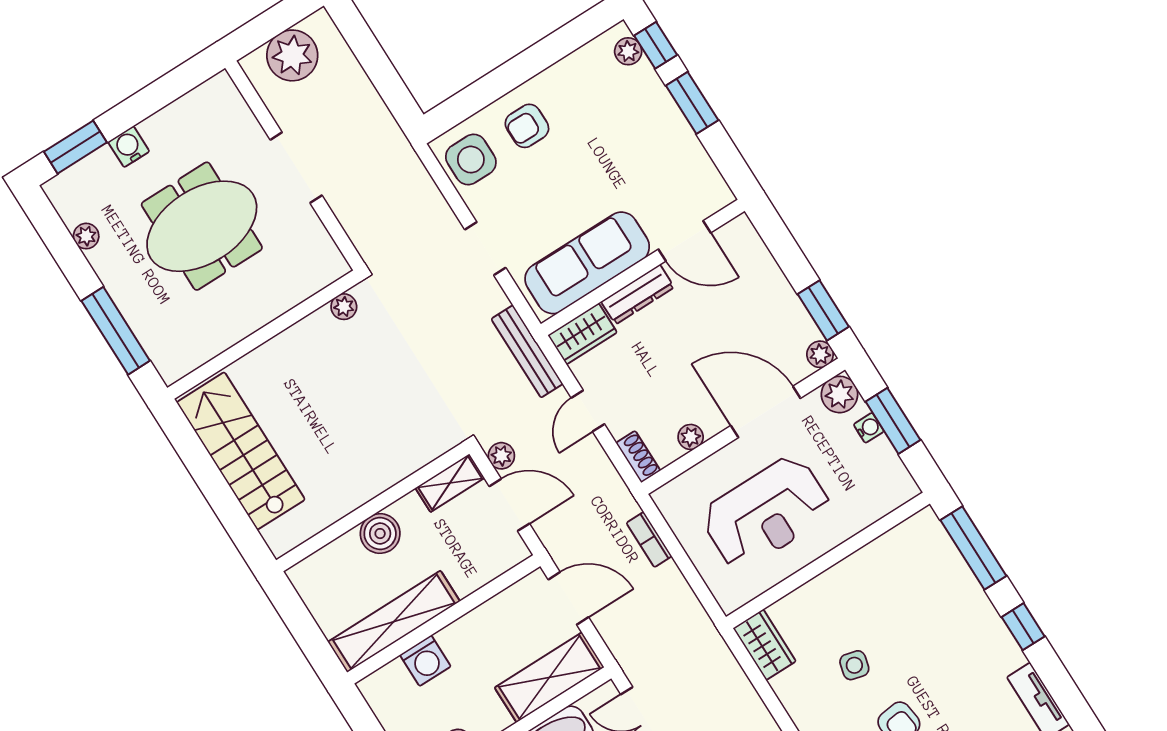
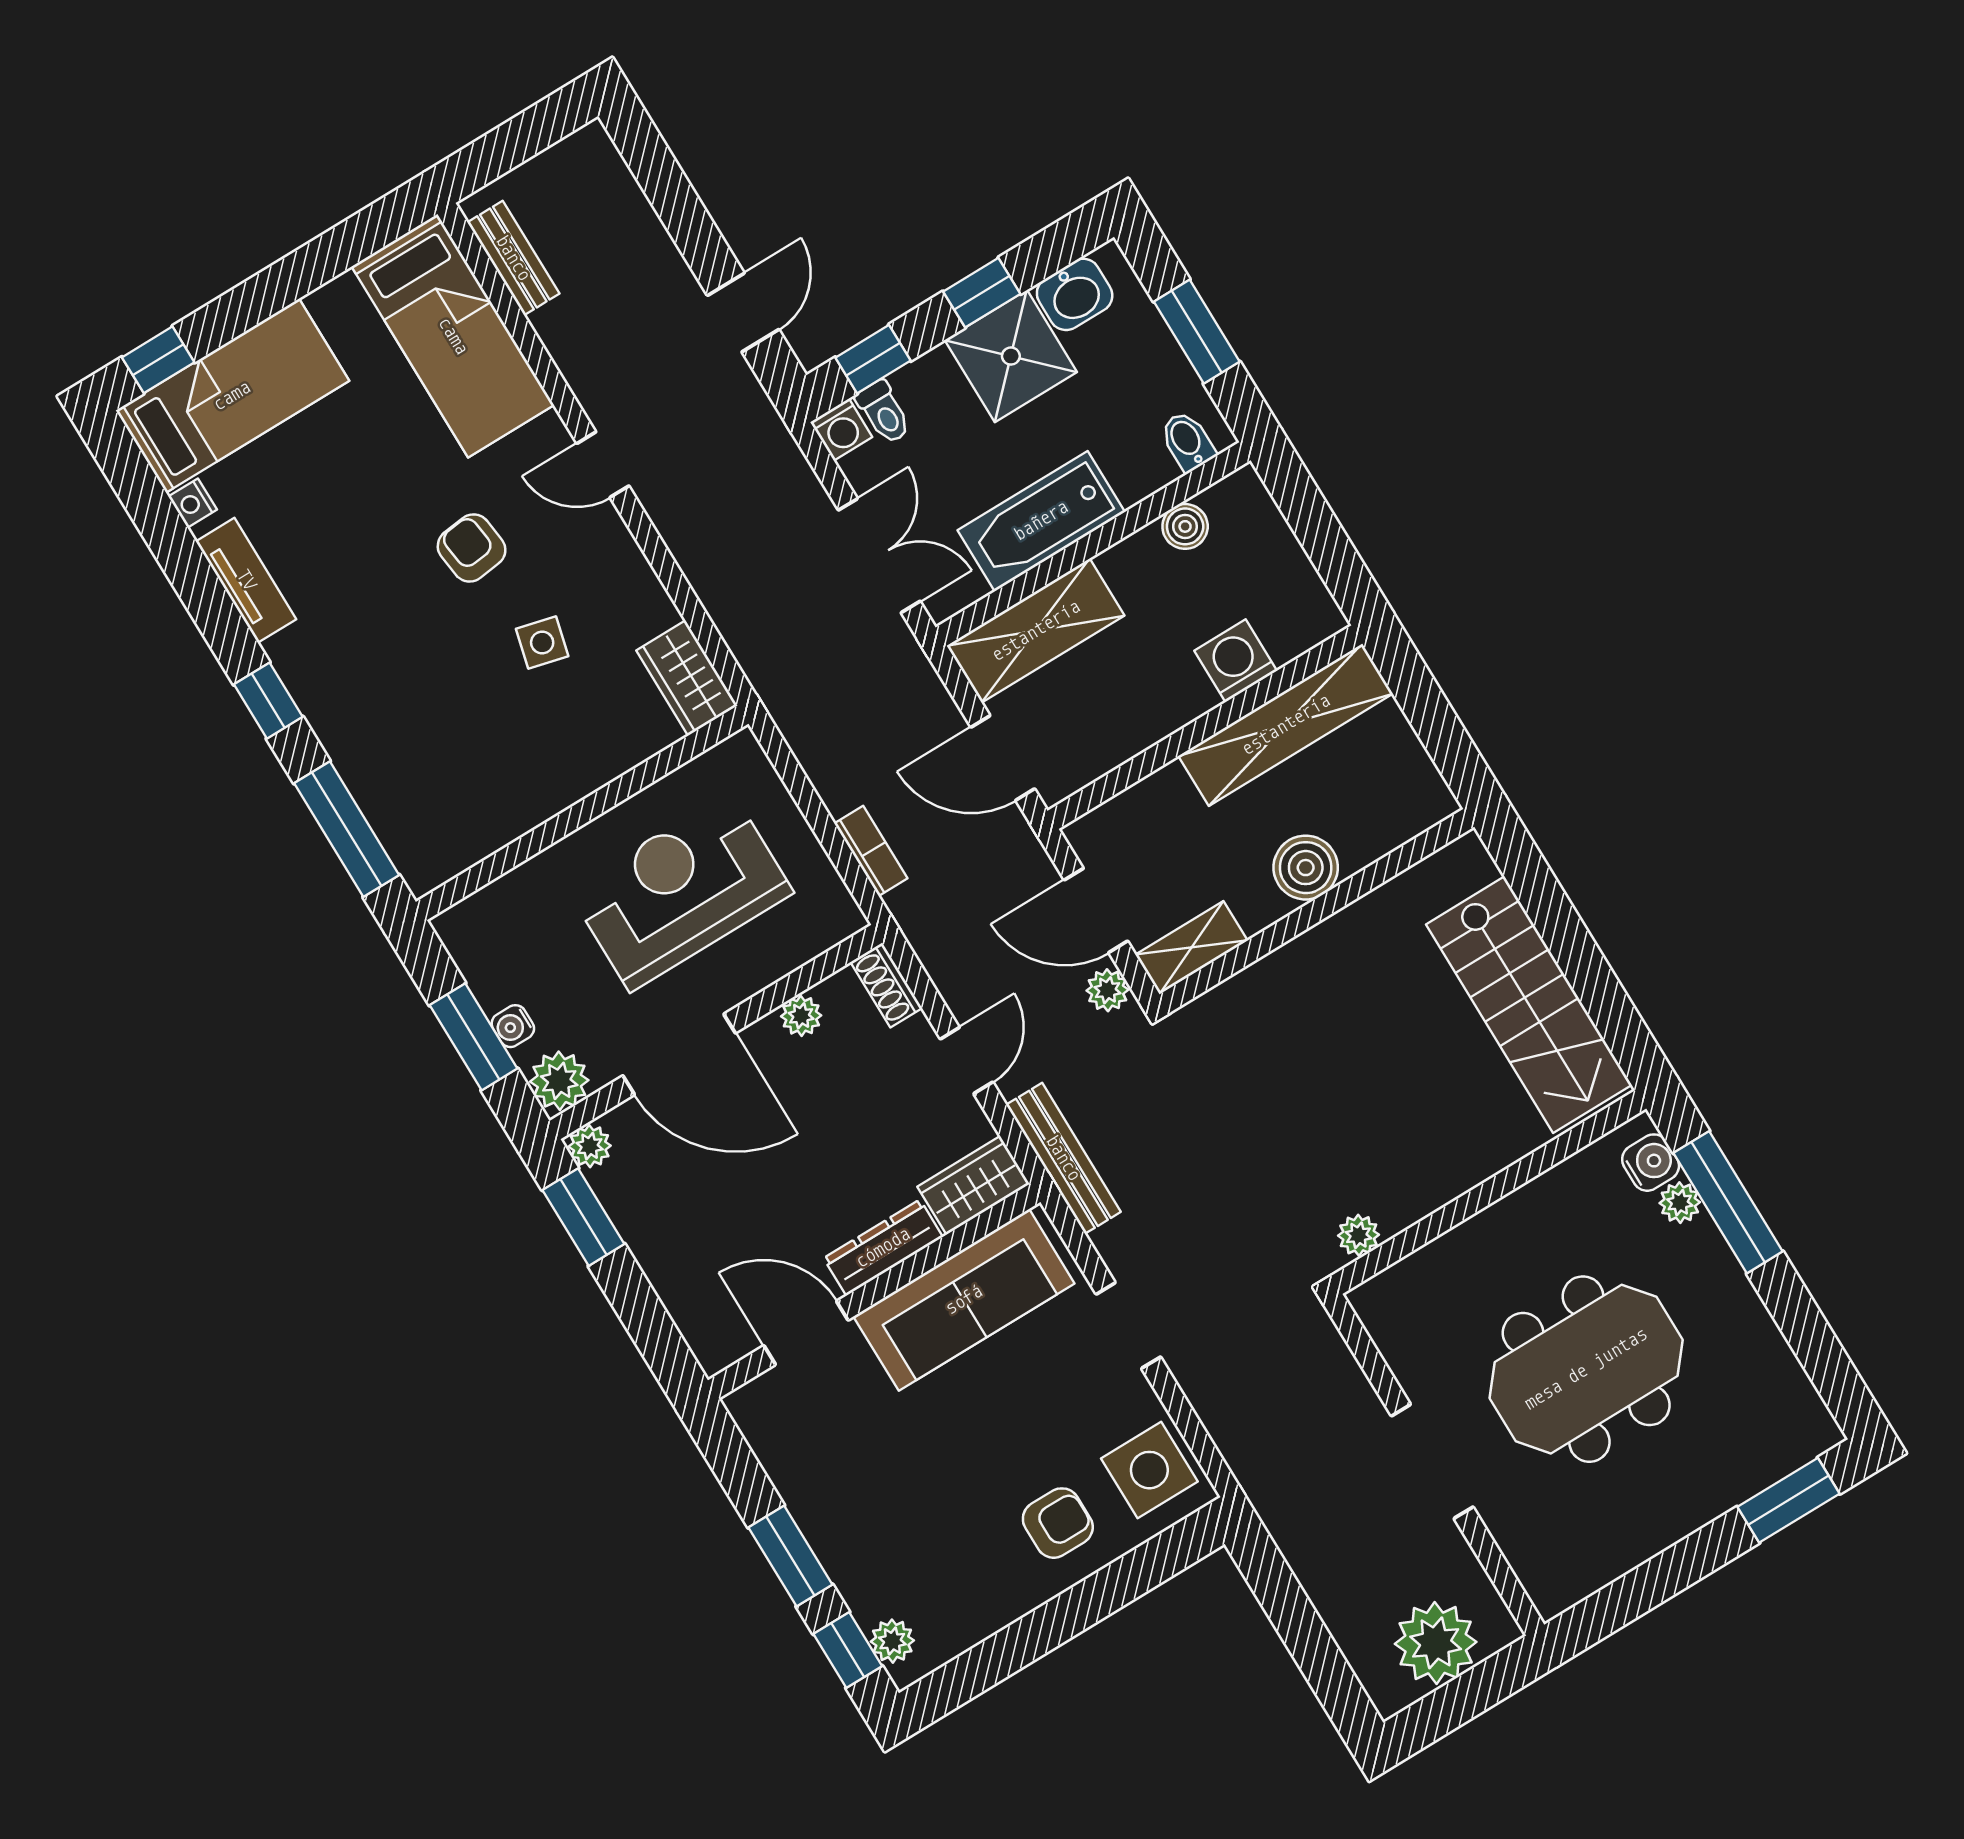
water cooler: (129, 147) -> (1651, 1163), moved, turned -90
plant: (86, 236) -> (1680, 1203), moved

